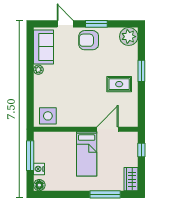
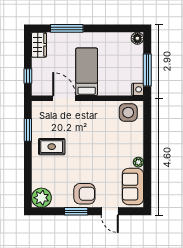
window: (141, 71) -> (28, 130), moved
door: (108, 129) -> (64, 98), swing flipped
nightstand: (39, 169) -> (138, 89), moved

